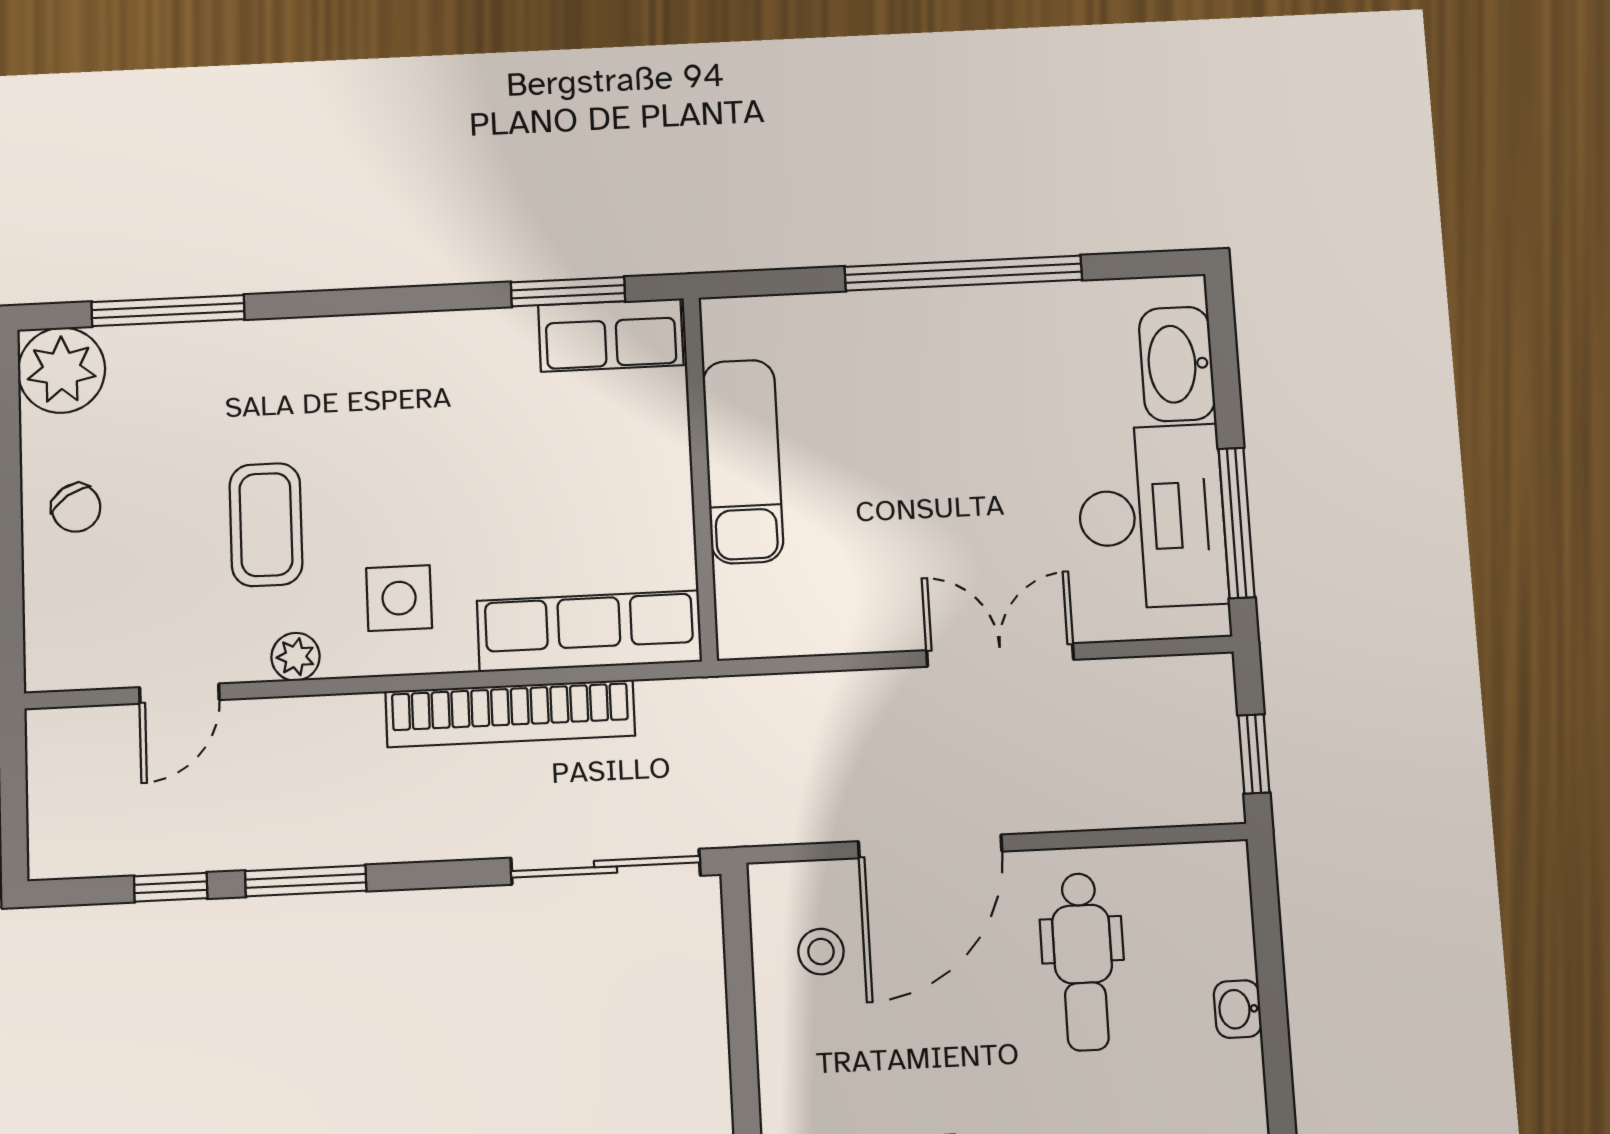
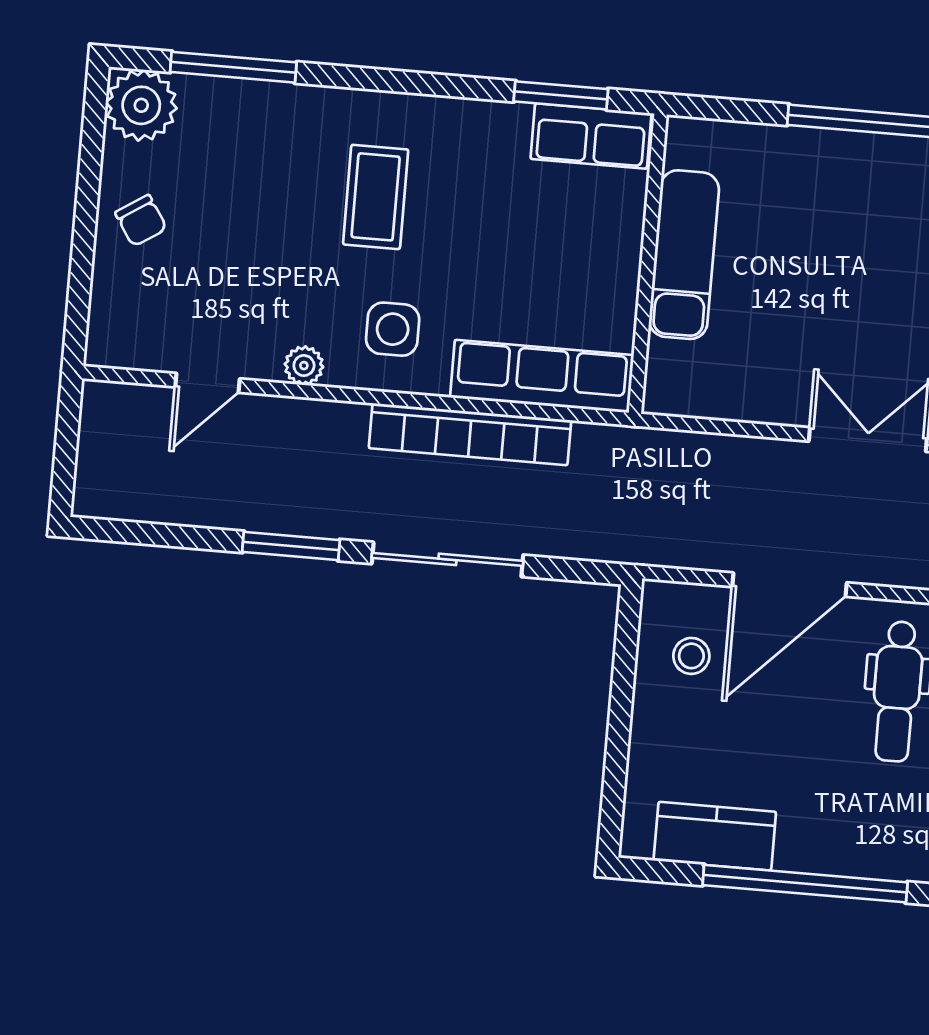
coffee table: (266, 525) -> (376, 197), moved
sliding door: (606, 867) -> (447, 559), moved
window: (171, 887) -> (183, 537), removed

